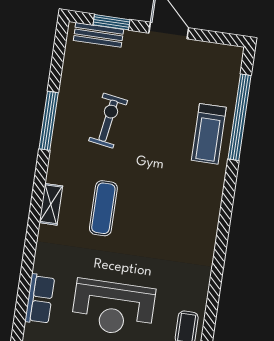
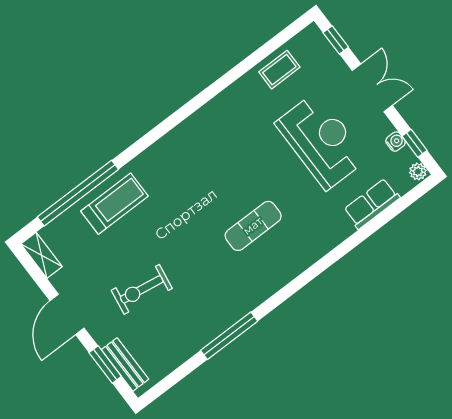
exercise bike: (108, 121) -> (142, 289), moved
shelving: (51, 204) -> (42, 255), moved, turned 90

